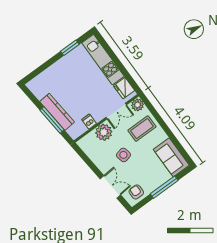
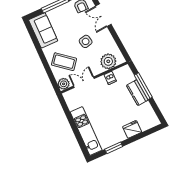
fridge: (124, 88) -> (132, 129), moved, turned -90
kitchen counter: (57, 112) -> (137, 93), width x0.67
coffee table: (142, 129) -> (64, 62), turned 39
plant: (104, 132) -> (108, 61), moved

